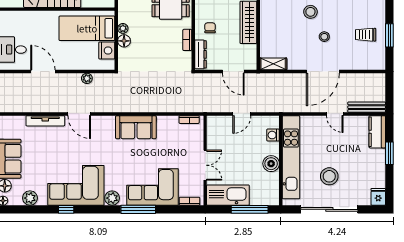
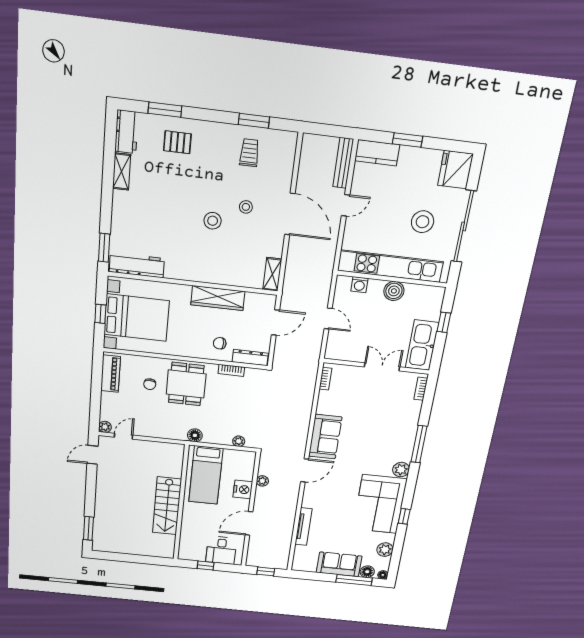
plant: (123, 28) -> (239, 441), moved
trolley: (366, 35) -> (249, 153), turned 180
floor lamp: (124, 41) -> (195, 435), moved
nightstand: (107, 50) -> (243, 489), moved, turned 90
door: (79, 114) -> (305, 470), moved
corner sofa: (153, 187) -> (397, 427), removed
fridge: (378, 197) -> (455, 170), width x1.88, depth x1.34
window: (250, 209) -> (444, 322), width x0.46

